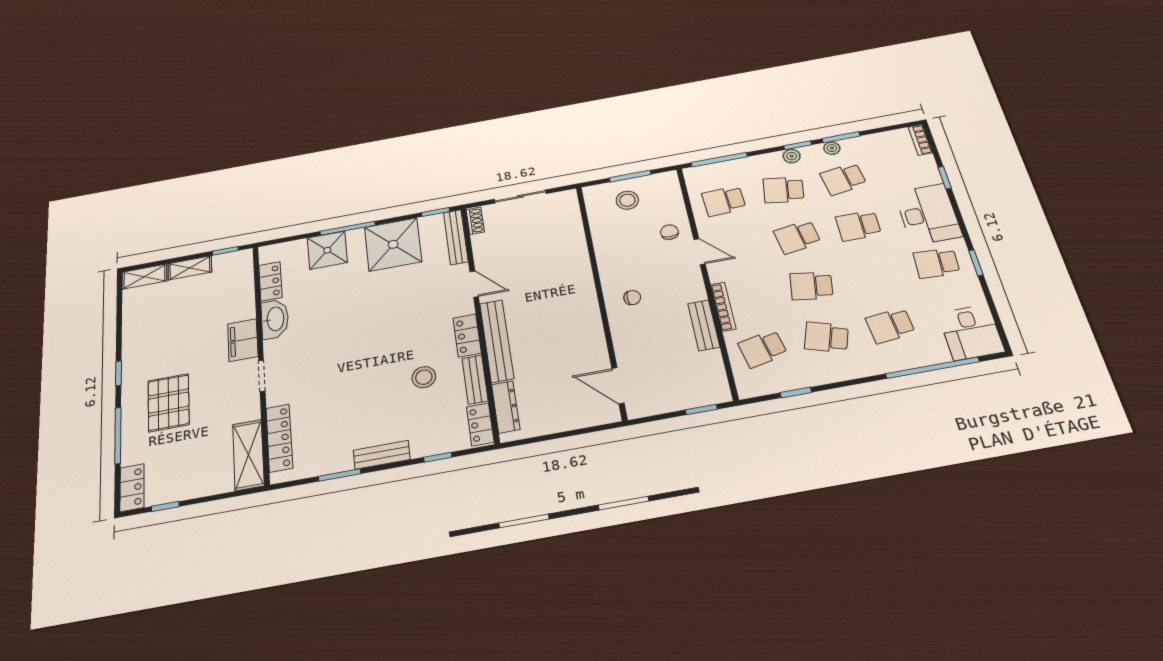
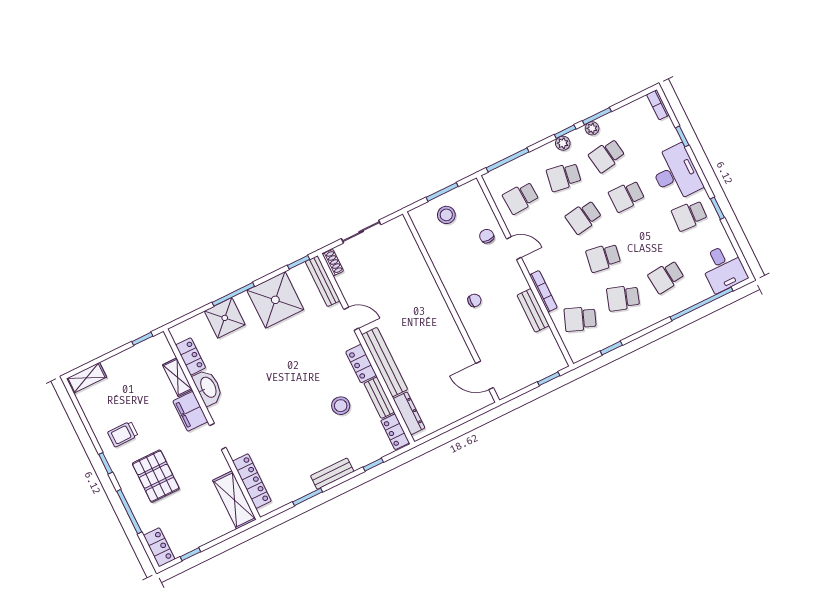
shelving: (190, 268) -> (177, 377), moved, turned 90
trolley: (154, 346) -> (123, 434), added
school desk: (763, 349) -> (580, 319), turned 33

